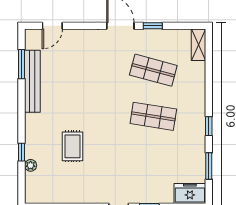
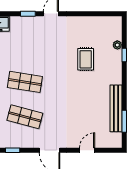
door: (52, 26) -> (87, 150), moved
window: (153, 26) -> (13, 150), moved

